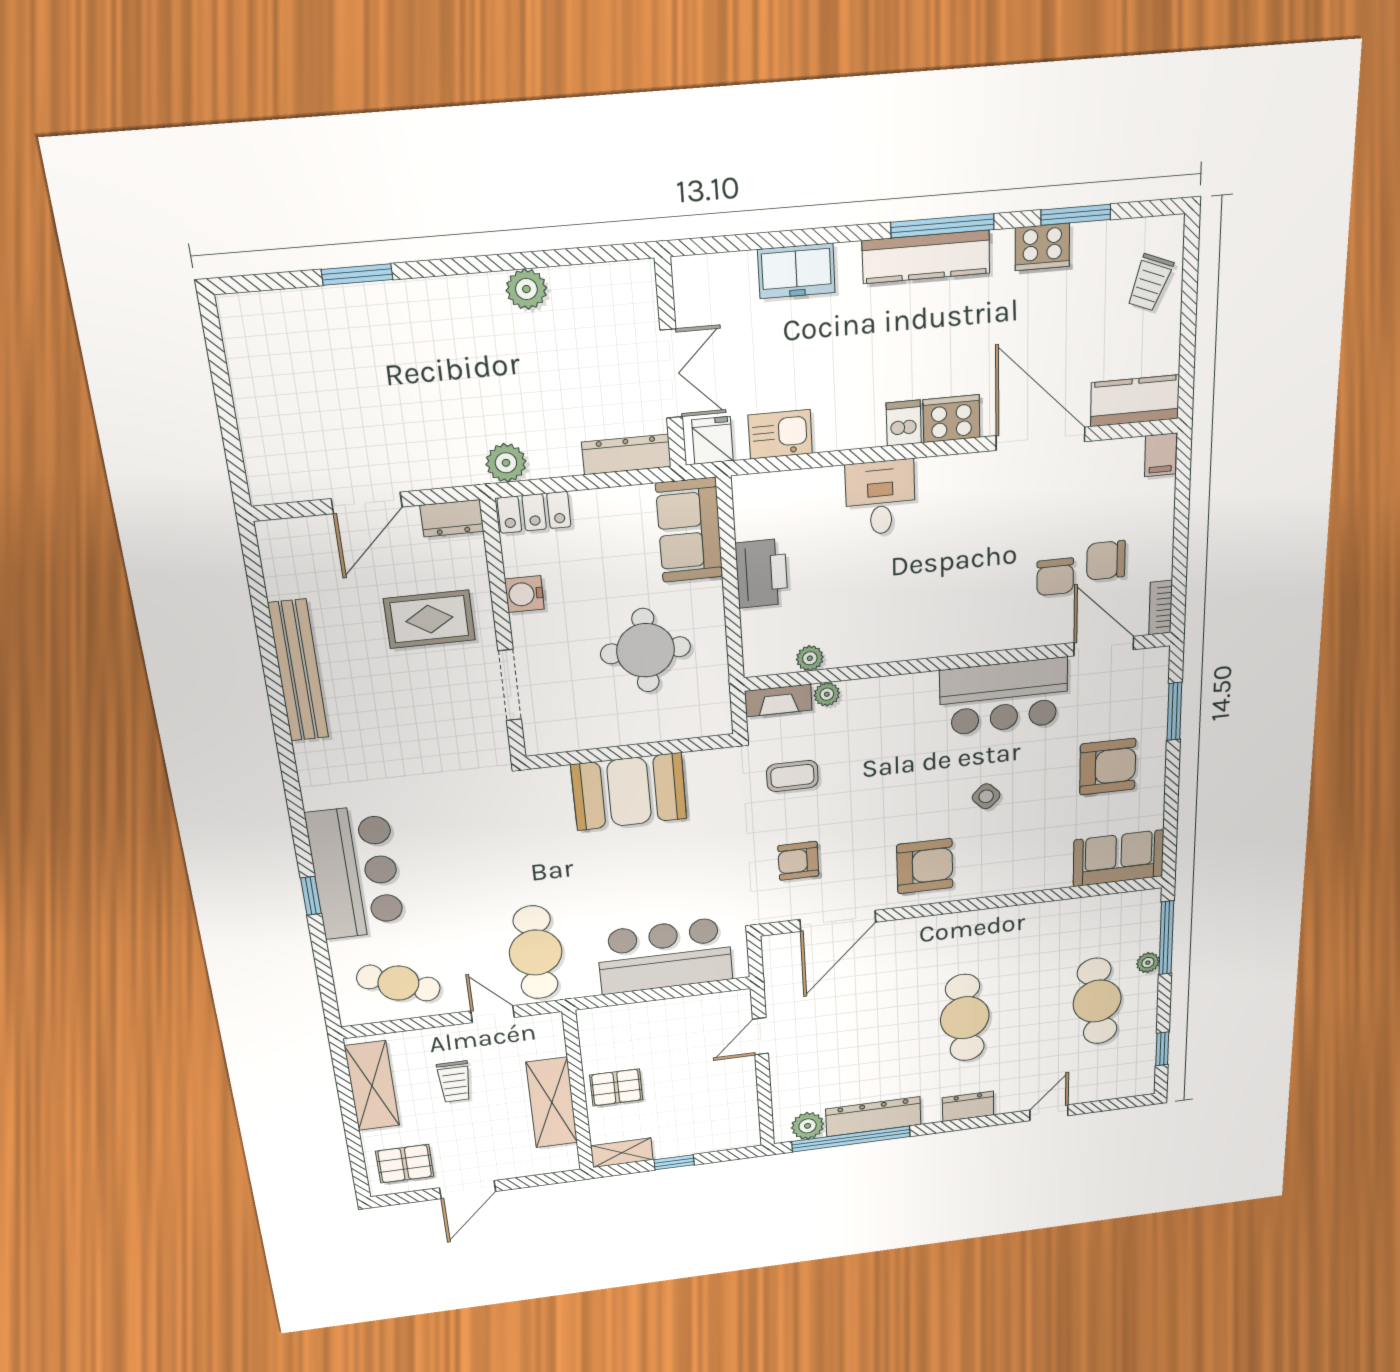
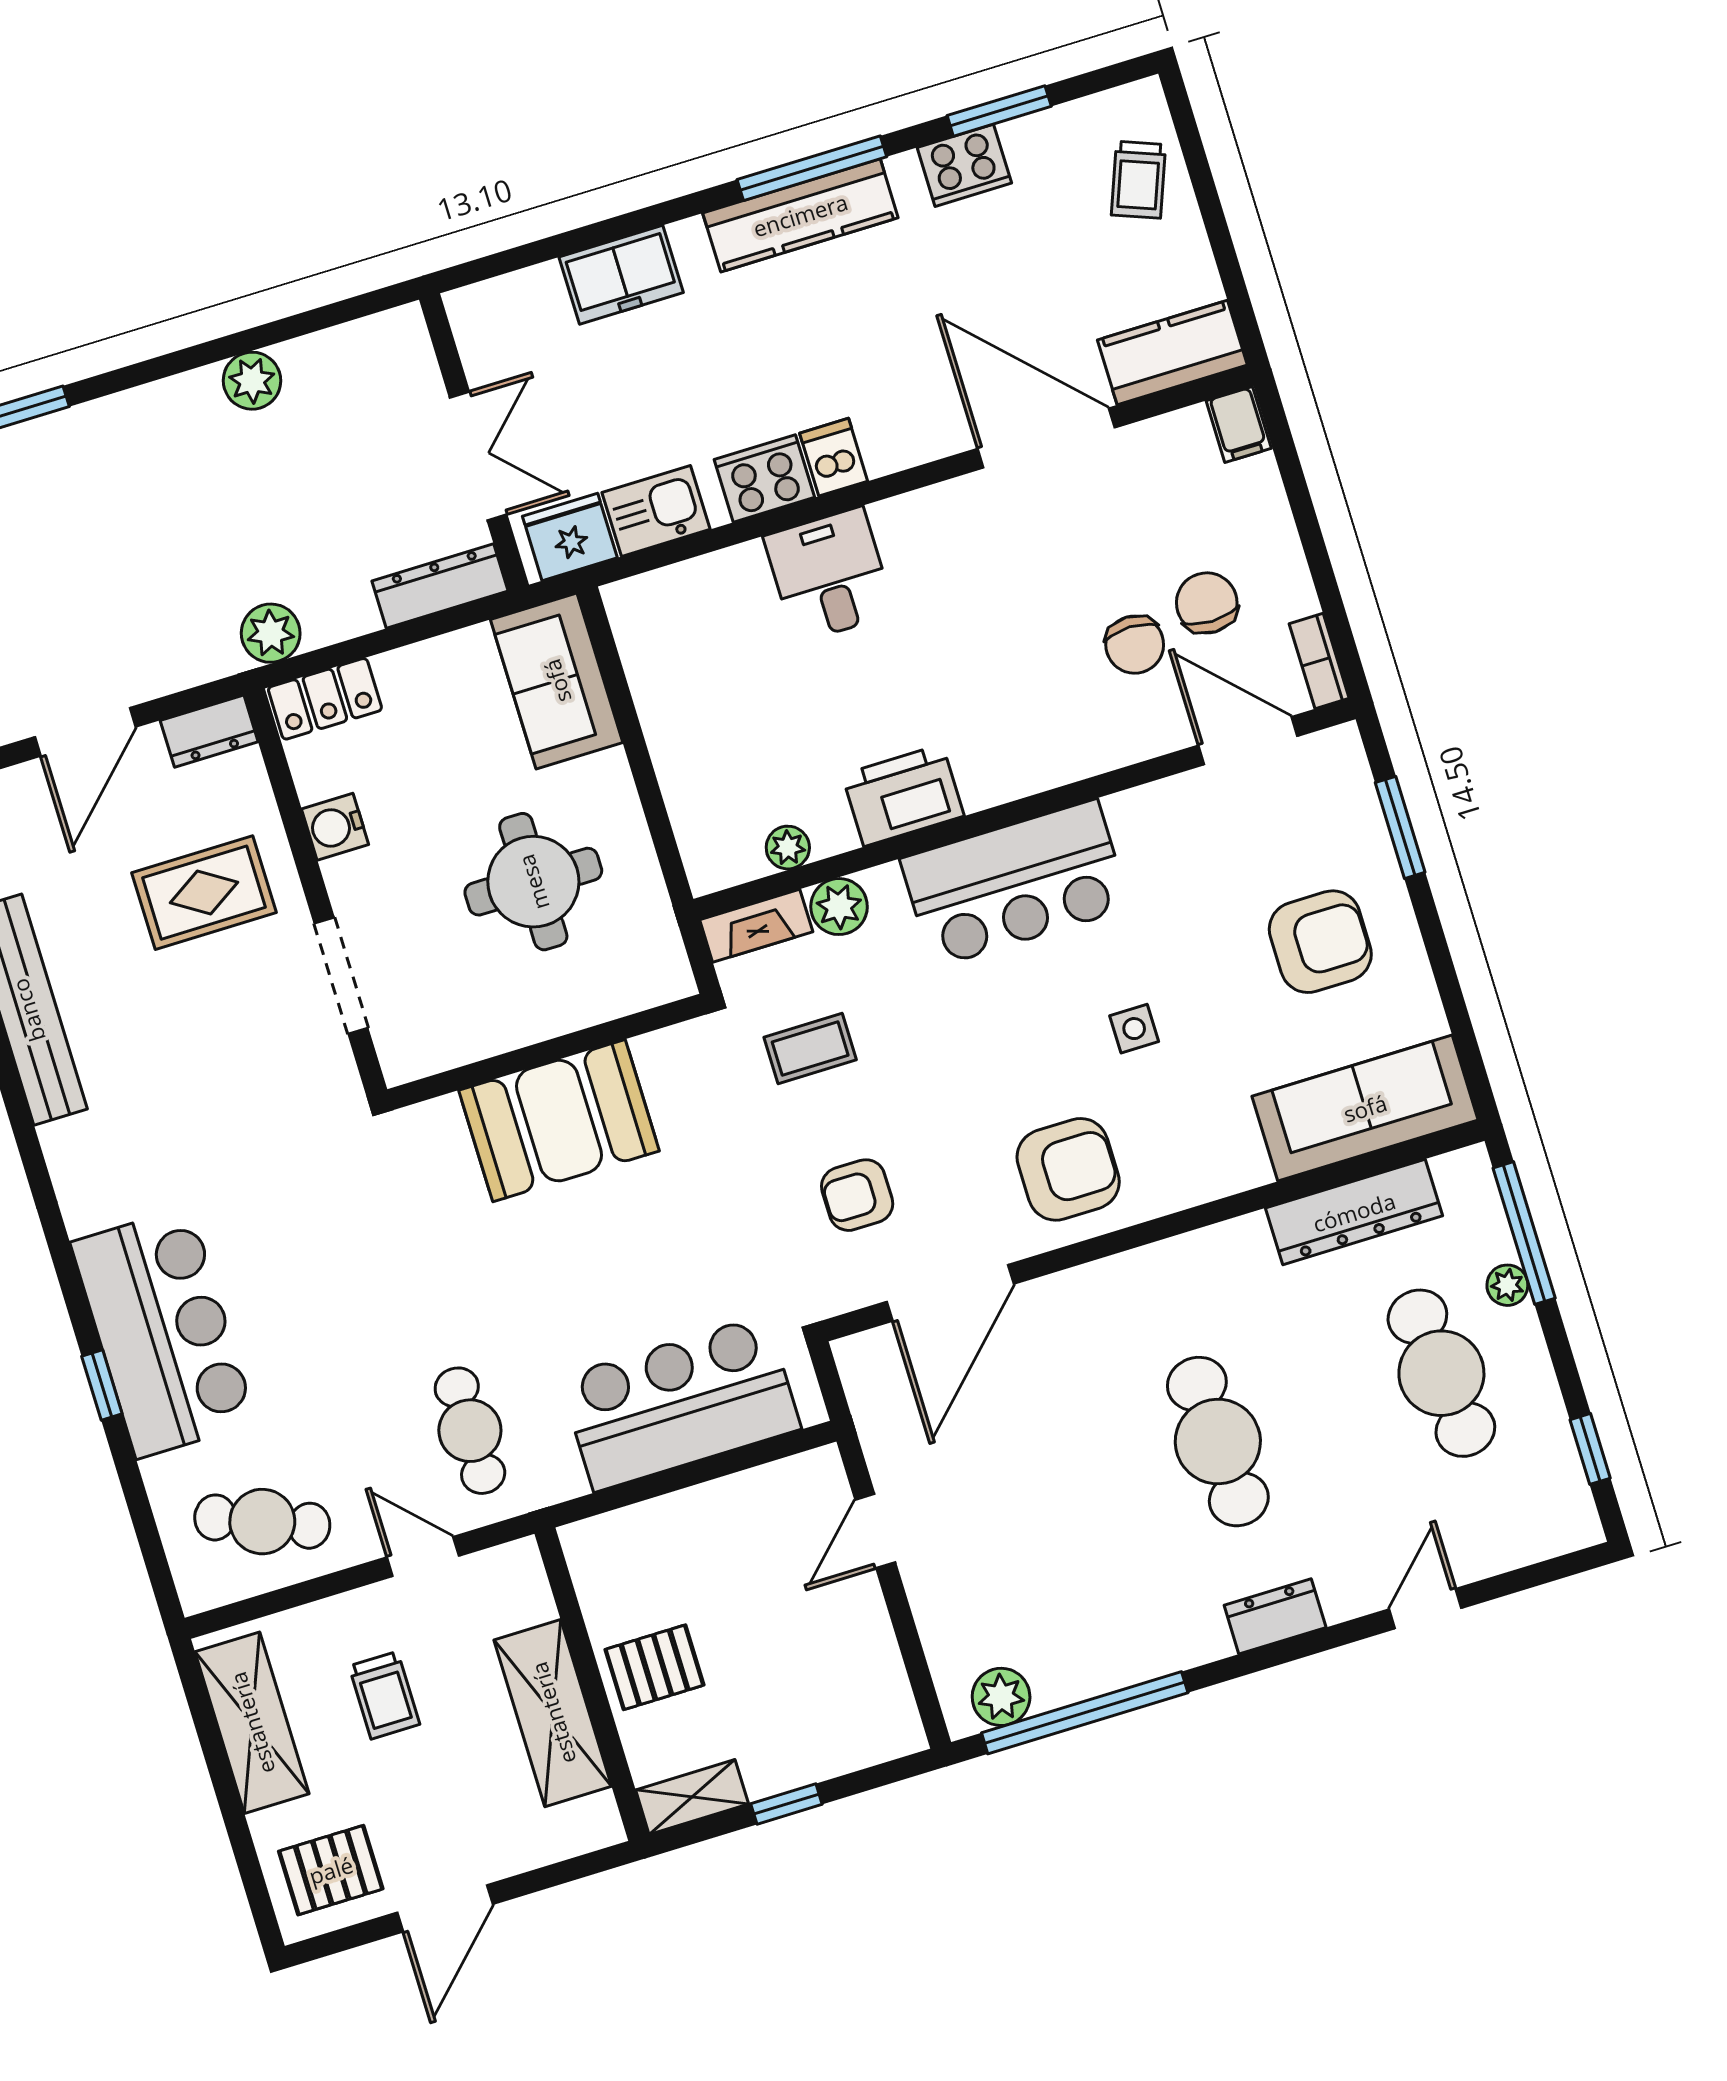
cooker: (951, 419) -> (764, 478), moved
fridge: (712, 440) -> (570, 537), width x1.38
chair: (1106, 560) -> (1207, 603), turned 90
printer: (762, 573) -> (903, 795), moved, turned -90
plant: (827, 694) -> (839, 907), width x1.38, depth x1.38
bar counter: (1004, 697) -> (1015, 883), moved
side table: (986, 796) -> (1134, 1029), turned 45
sofa: (1119, 858) -> (1365, 1108), width x1.36
cafe table: (536, 953) -> (470, 1431), width x0.73, depth x0.74
dresser: (873, 1117) -> (1354, 1212), moved, turned 180

